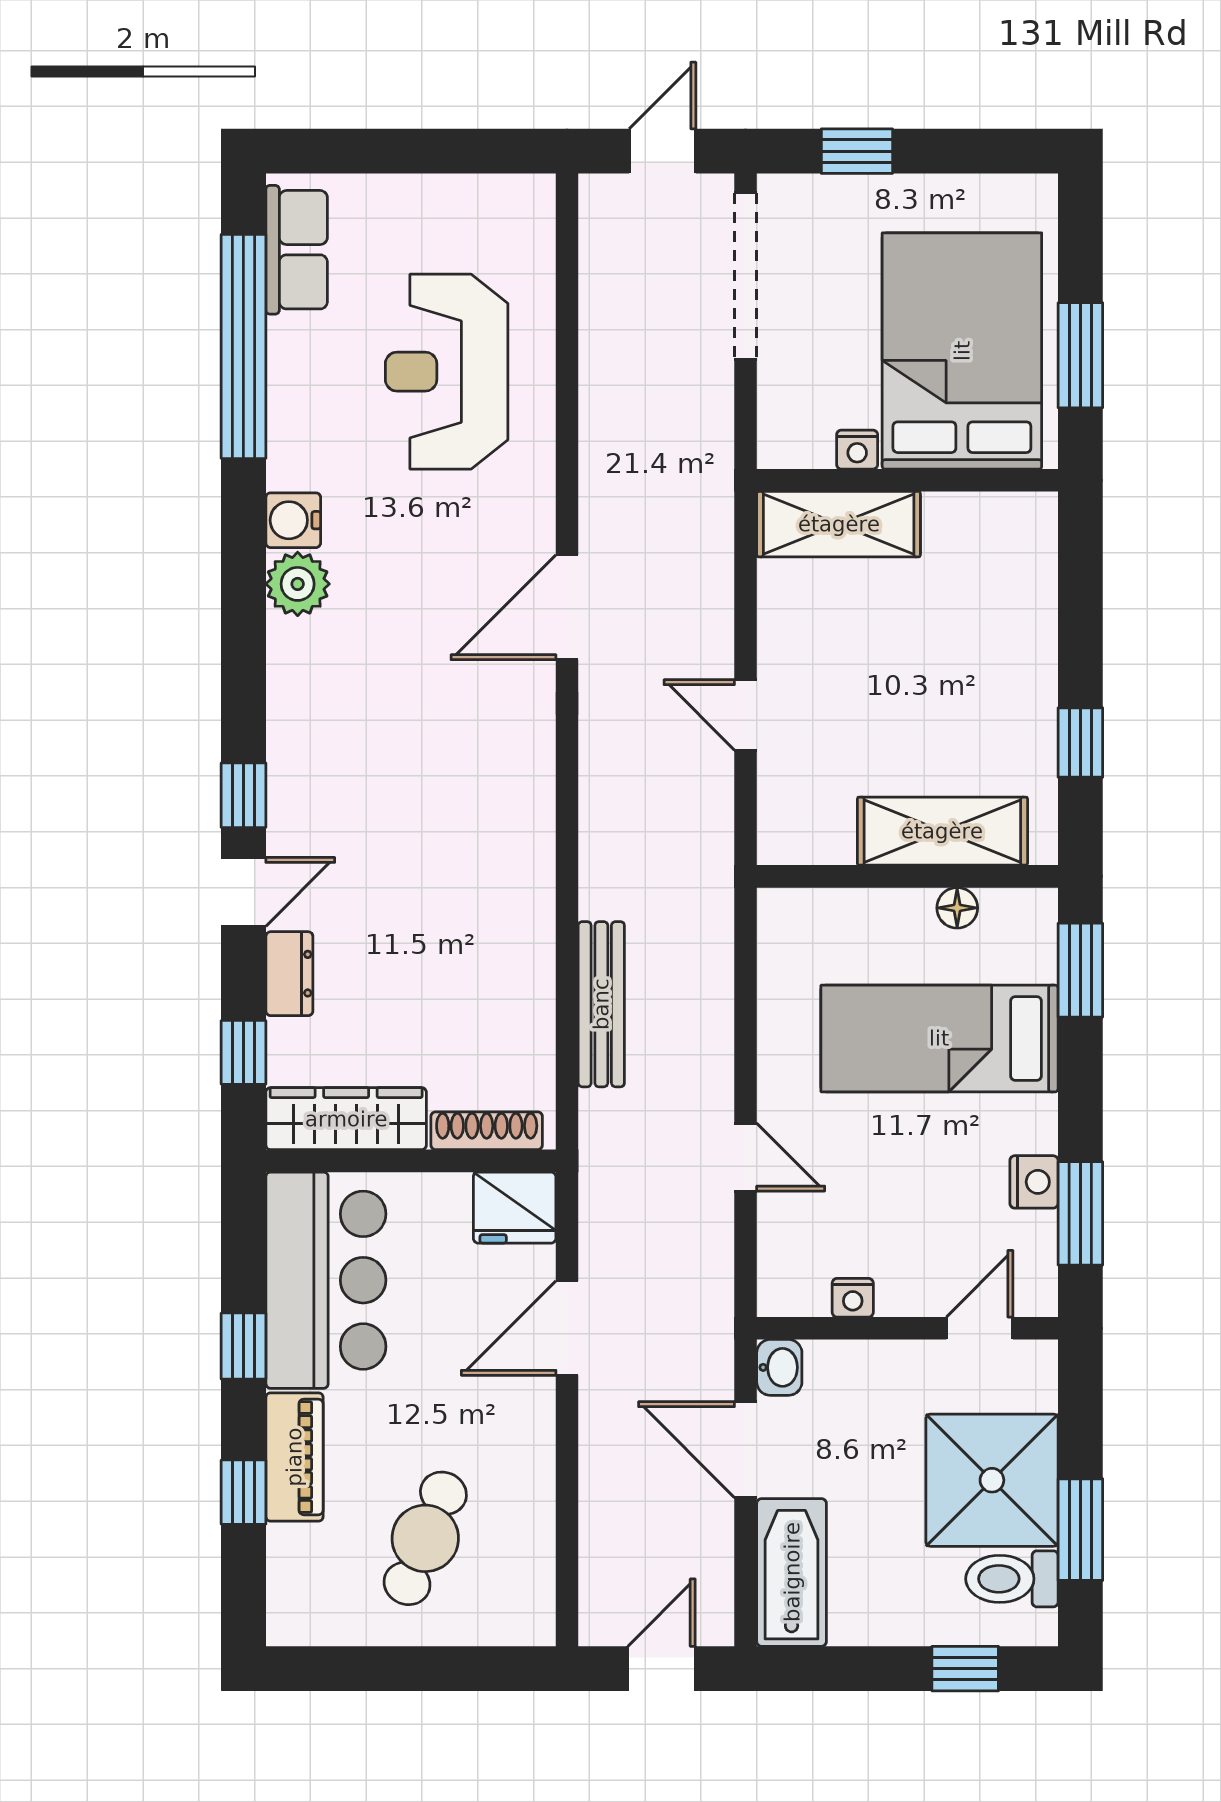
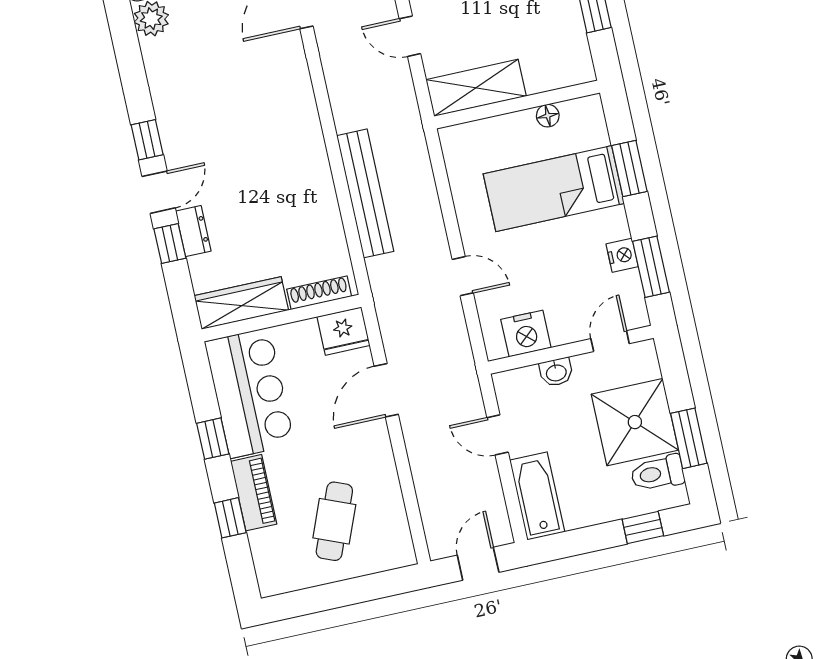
shelving: (942, 831) -> (476, 88), moved
window: (1080, 970) -> (629, 169), moved
bench: (601, 1004) -> (365, 193), width x1.37, depth x1.21
window: (243, 1052) -> (170, 243), moved
nightstand: (853, 1298) -> (526, 334), width x1.89, depth x1.79
washbasin: (779, 1367) -> (556, 372), moved, turned 90
door: (746, 1450) -> (498, 435), width x0.73

